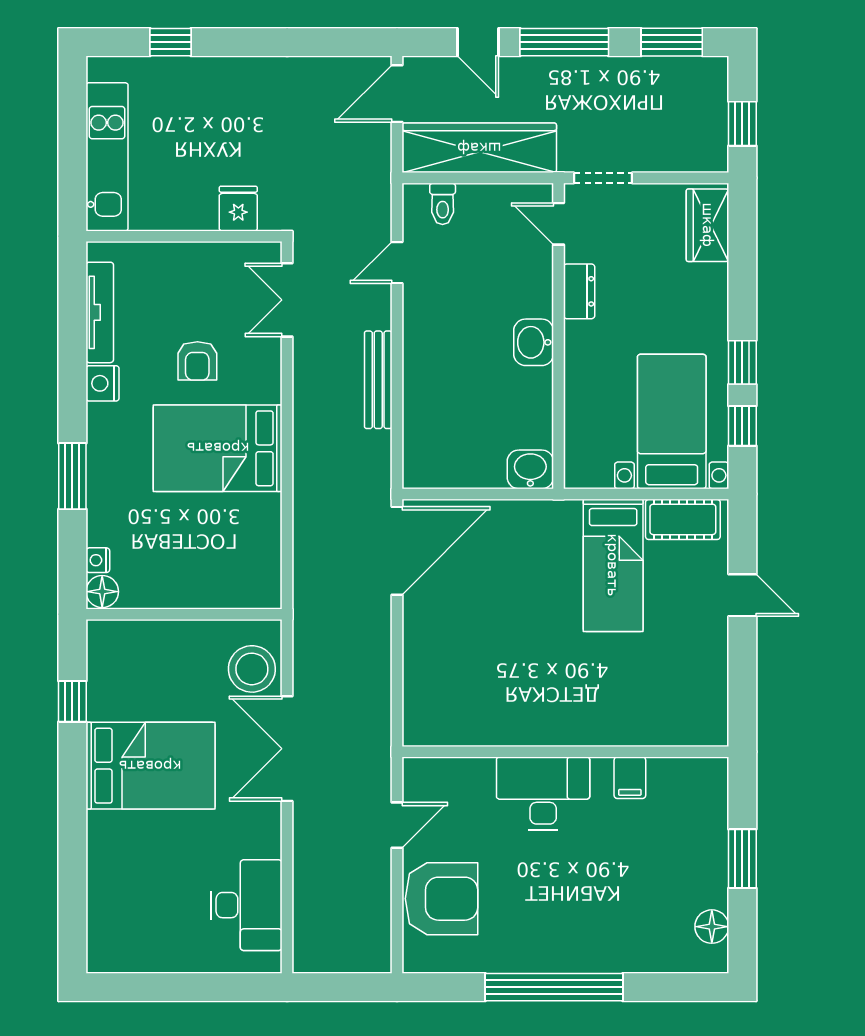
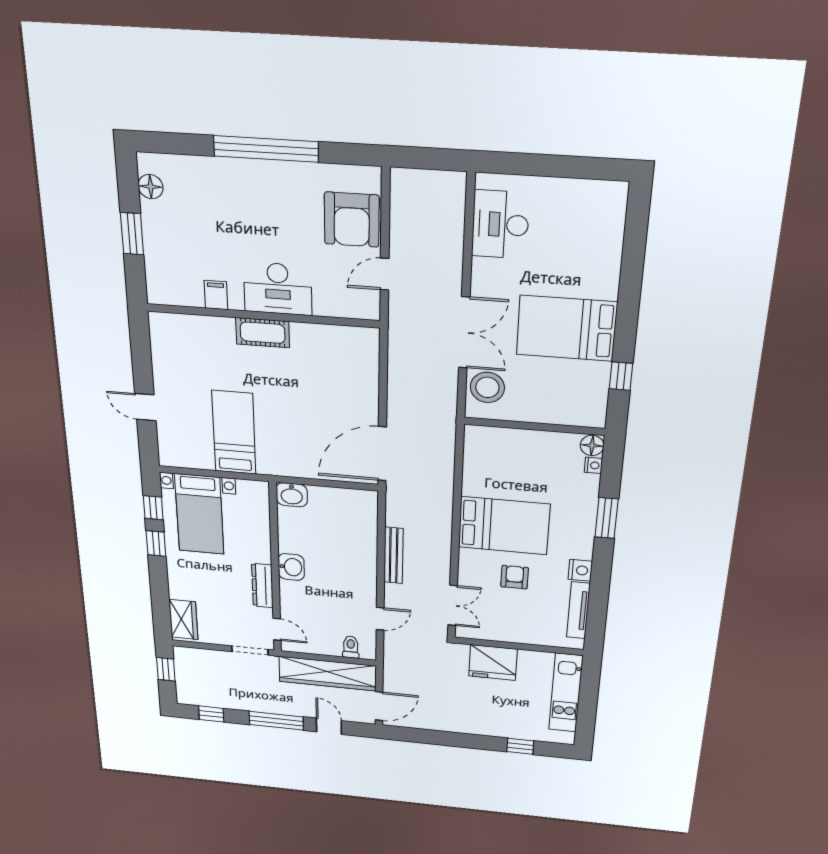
window: (672, 42) -> (211, 714), width x0.67
fridge: (238, 209) -> (493, 663), width x1.88, depth x1.34
dresser: (579, 291) -> (262, 586), width x1.44
cot: (683, 519) -> (263, 333), moved
armchair: (441, 899) -> (352, 220), turned -90

